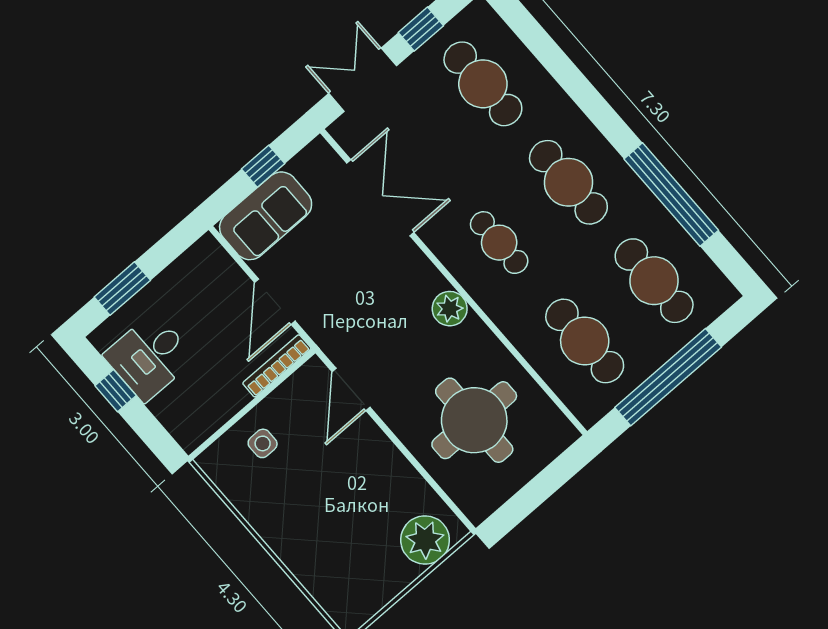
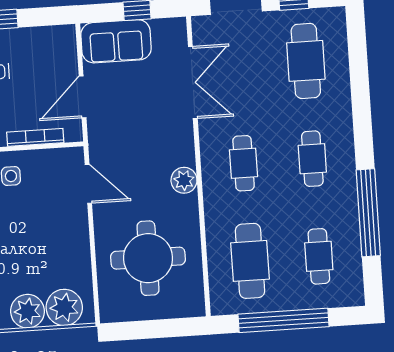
cafe table: (568, 182) -> (312, 159), width x0.73, depth x0.74
cafe table: (654, 281) -> (319, 256), width x0.73, depth x0.74
bookcase: (277, 366) -> (35, 137), moved
door: (351, 389) -> (88, 184), swing flipped
plant: (389, 574) -> (27, 311), added

